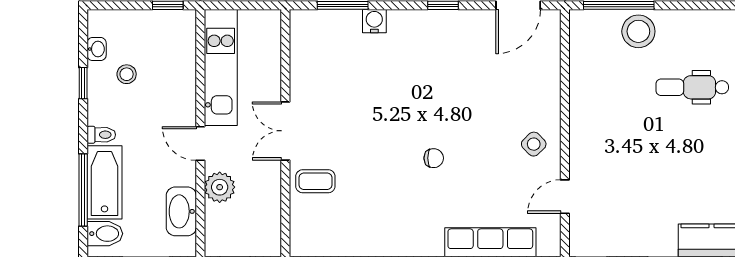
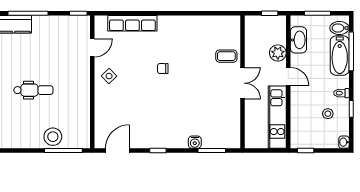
washbasin: (97, 49) -> (344, 142), moved
dental chair: (692, 87) -> (33, 90), moved
toilet: (101, 135) -> (341, 93), moved

